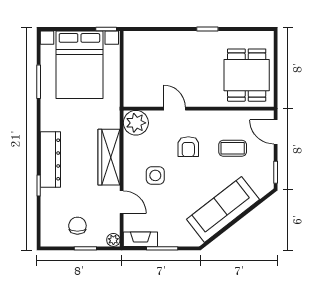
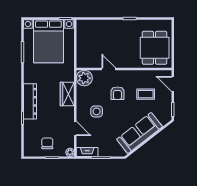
wardrobe: (109, 157) -> (67, 94), width x0.67

